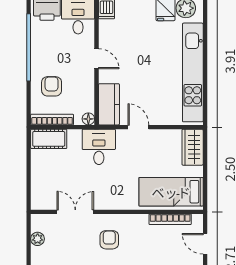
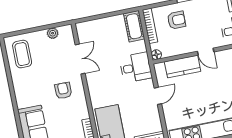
door: (97, 59) -> (206, 52), hinge flipped
kitchen counter: (109, 104) -> (183, 66), moved
armchair: (109, 240) -> (63, 91), turned -90

